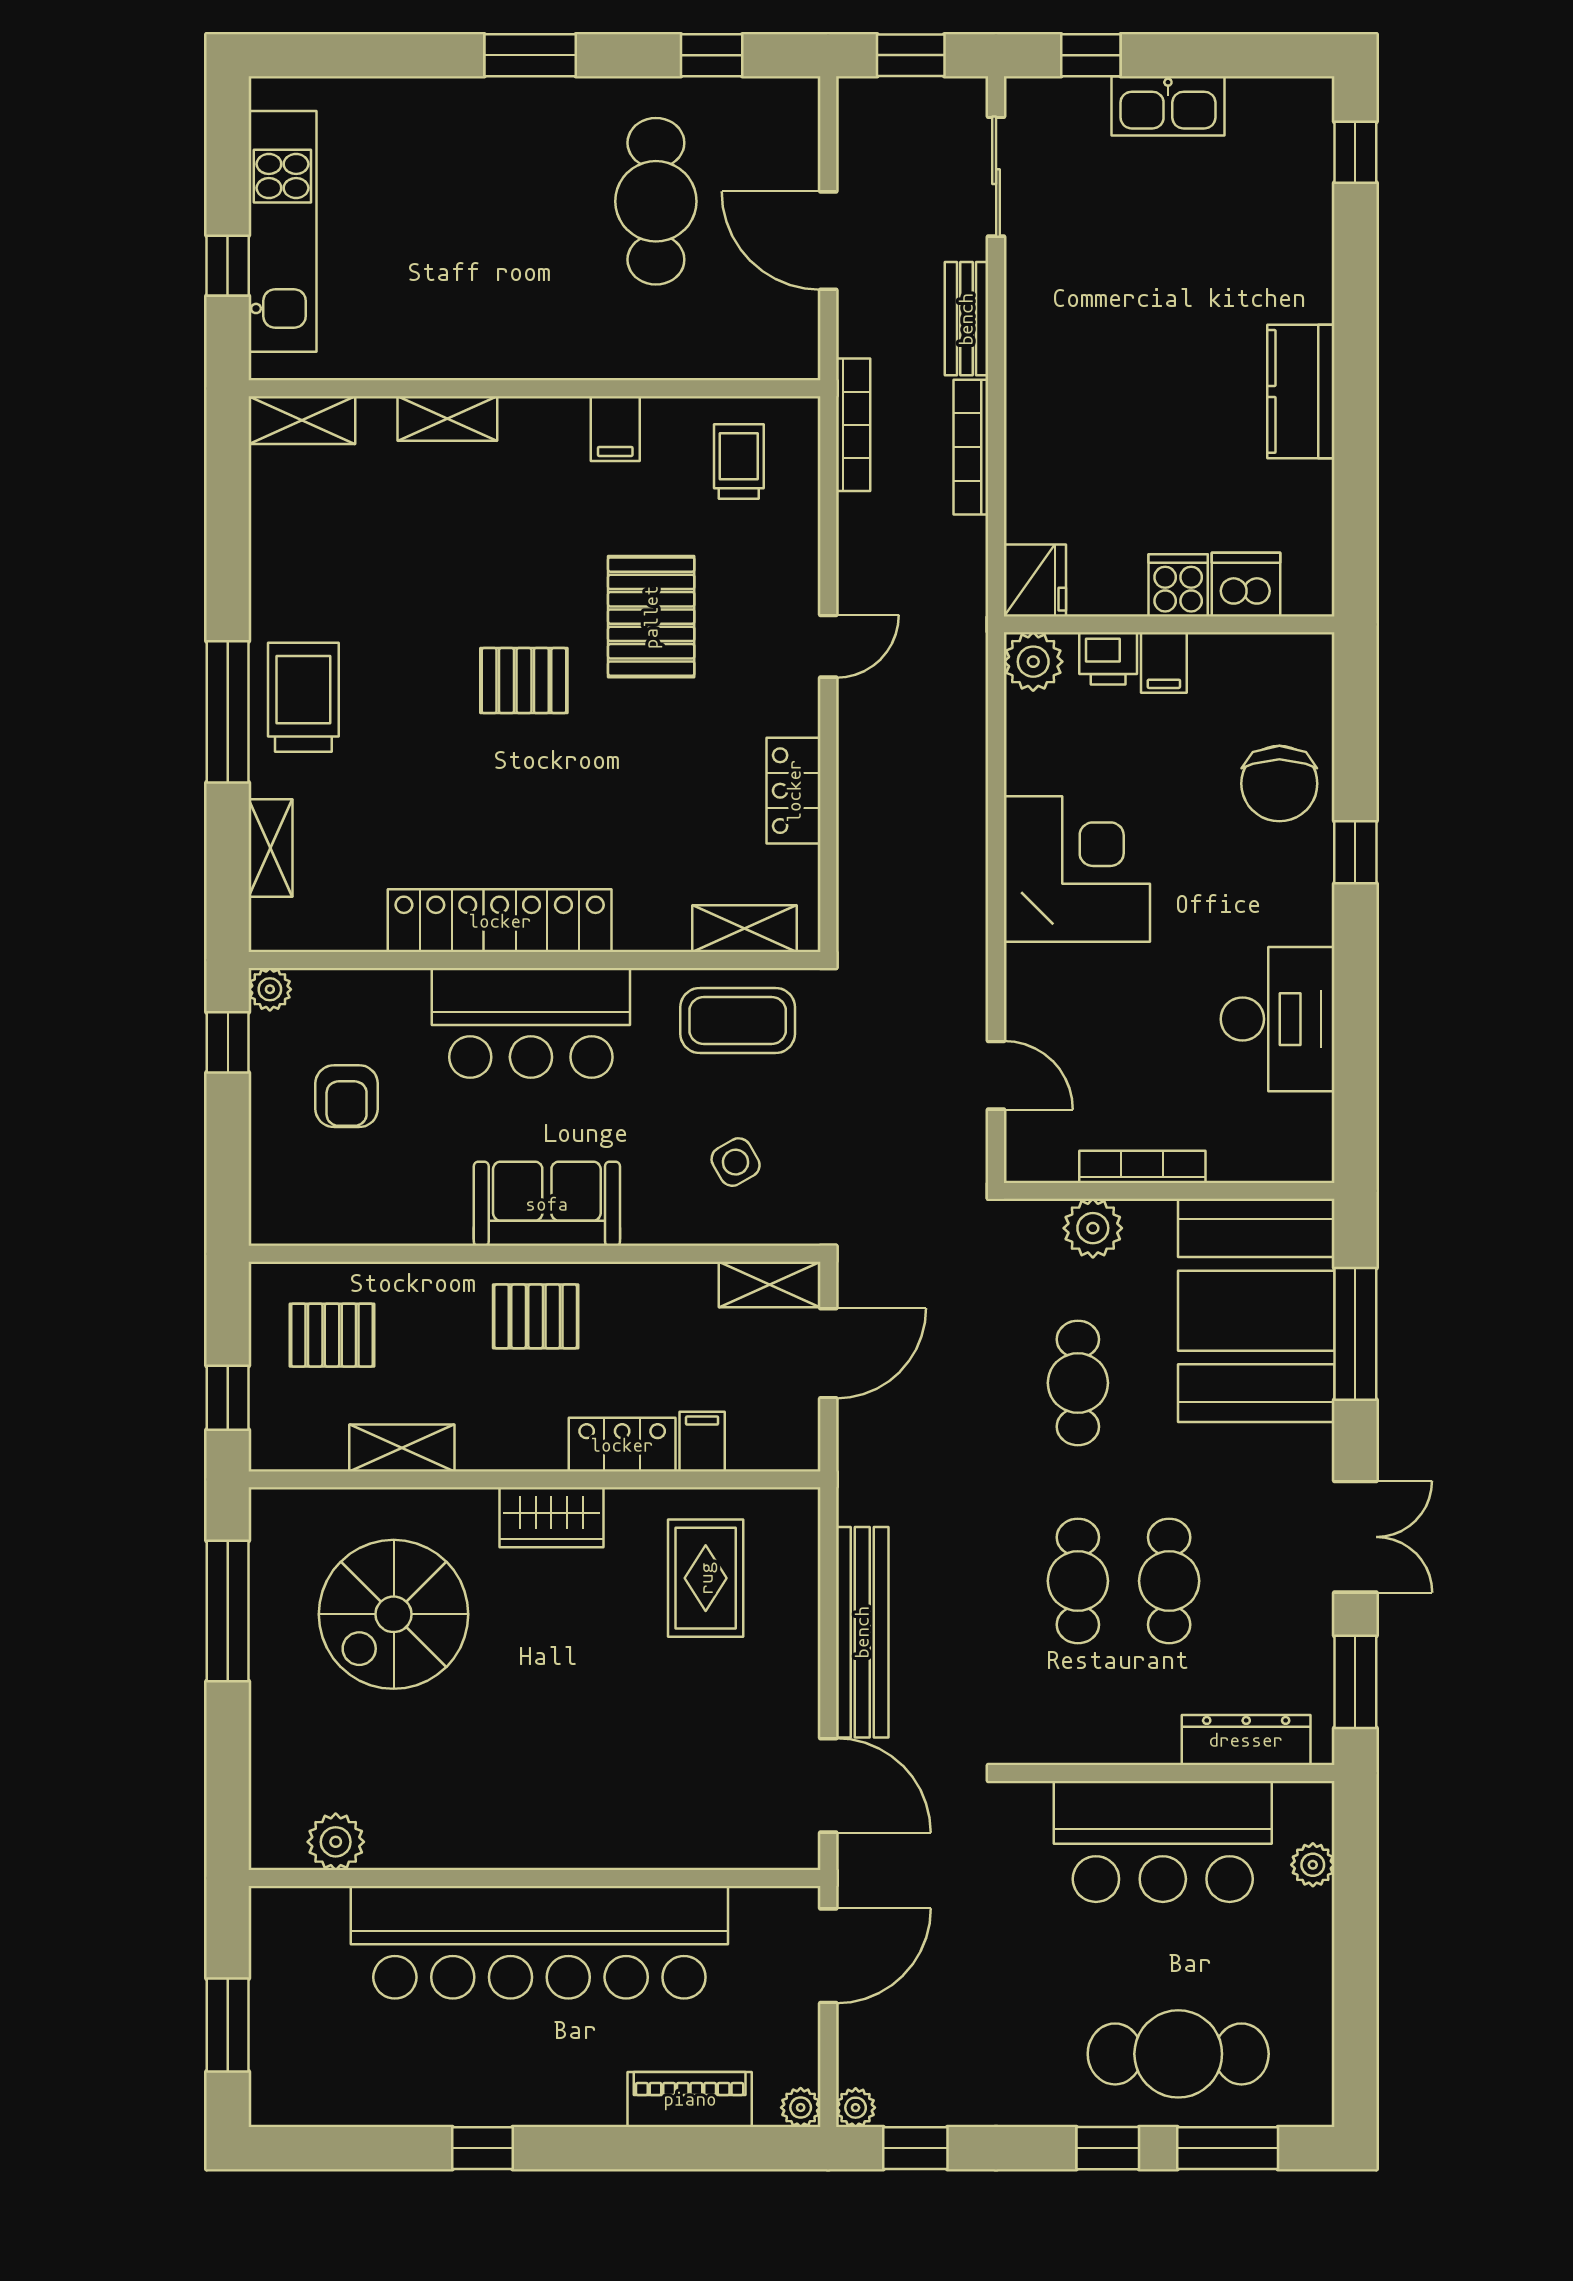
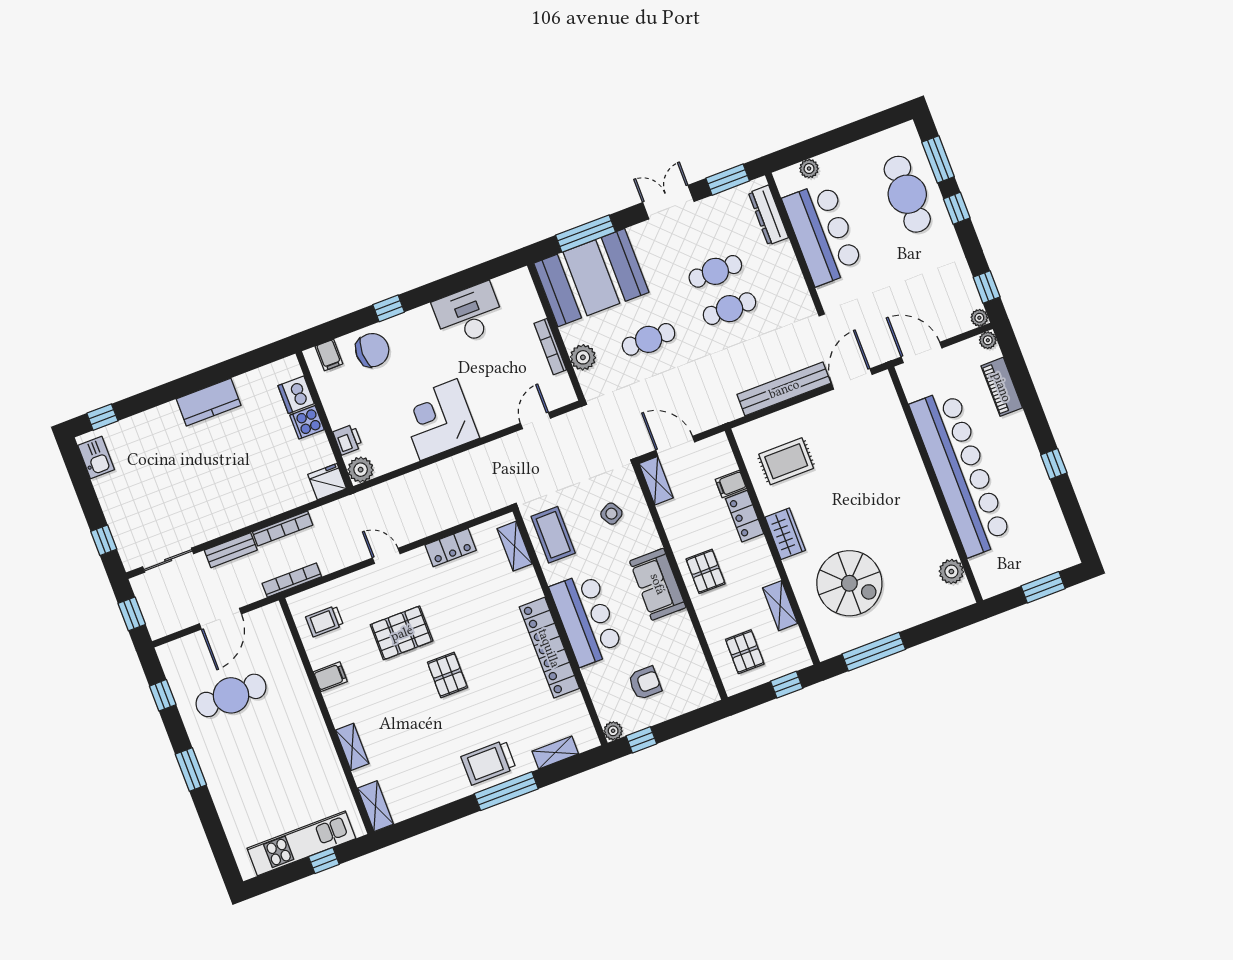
kitchen sink: (1168, 106) -> (96, 458), moved, width x0.73
filing cabinet: (1164, 663) -> (329, 355), moved, turned 90

